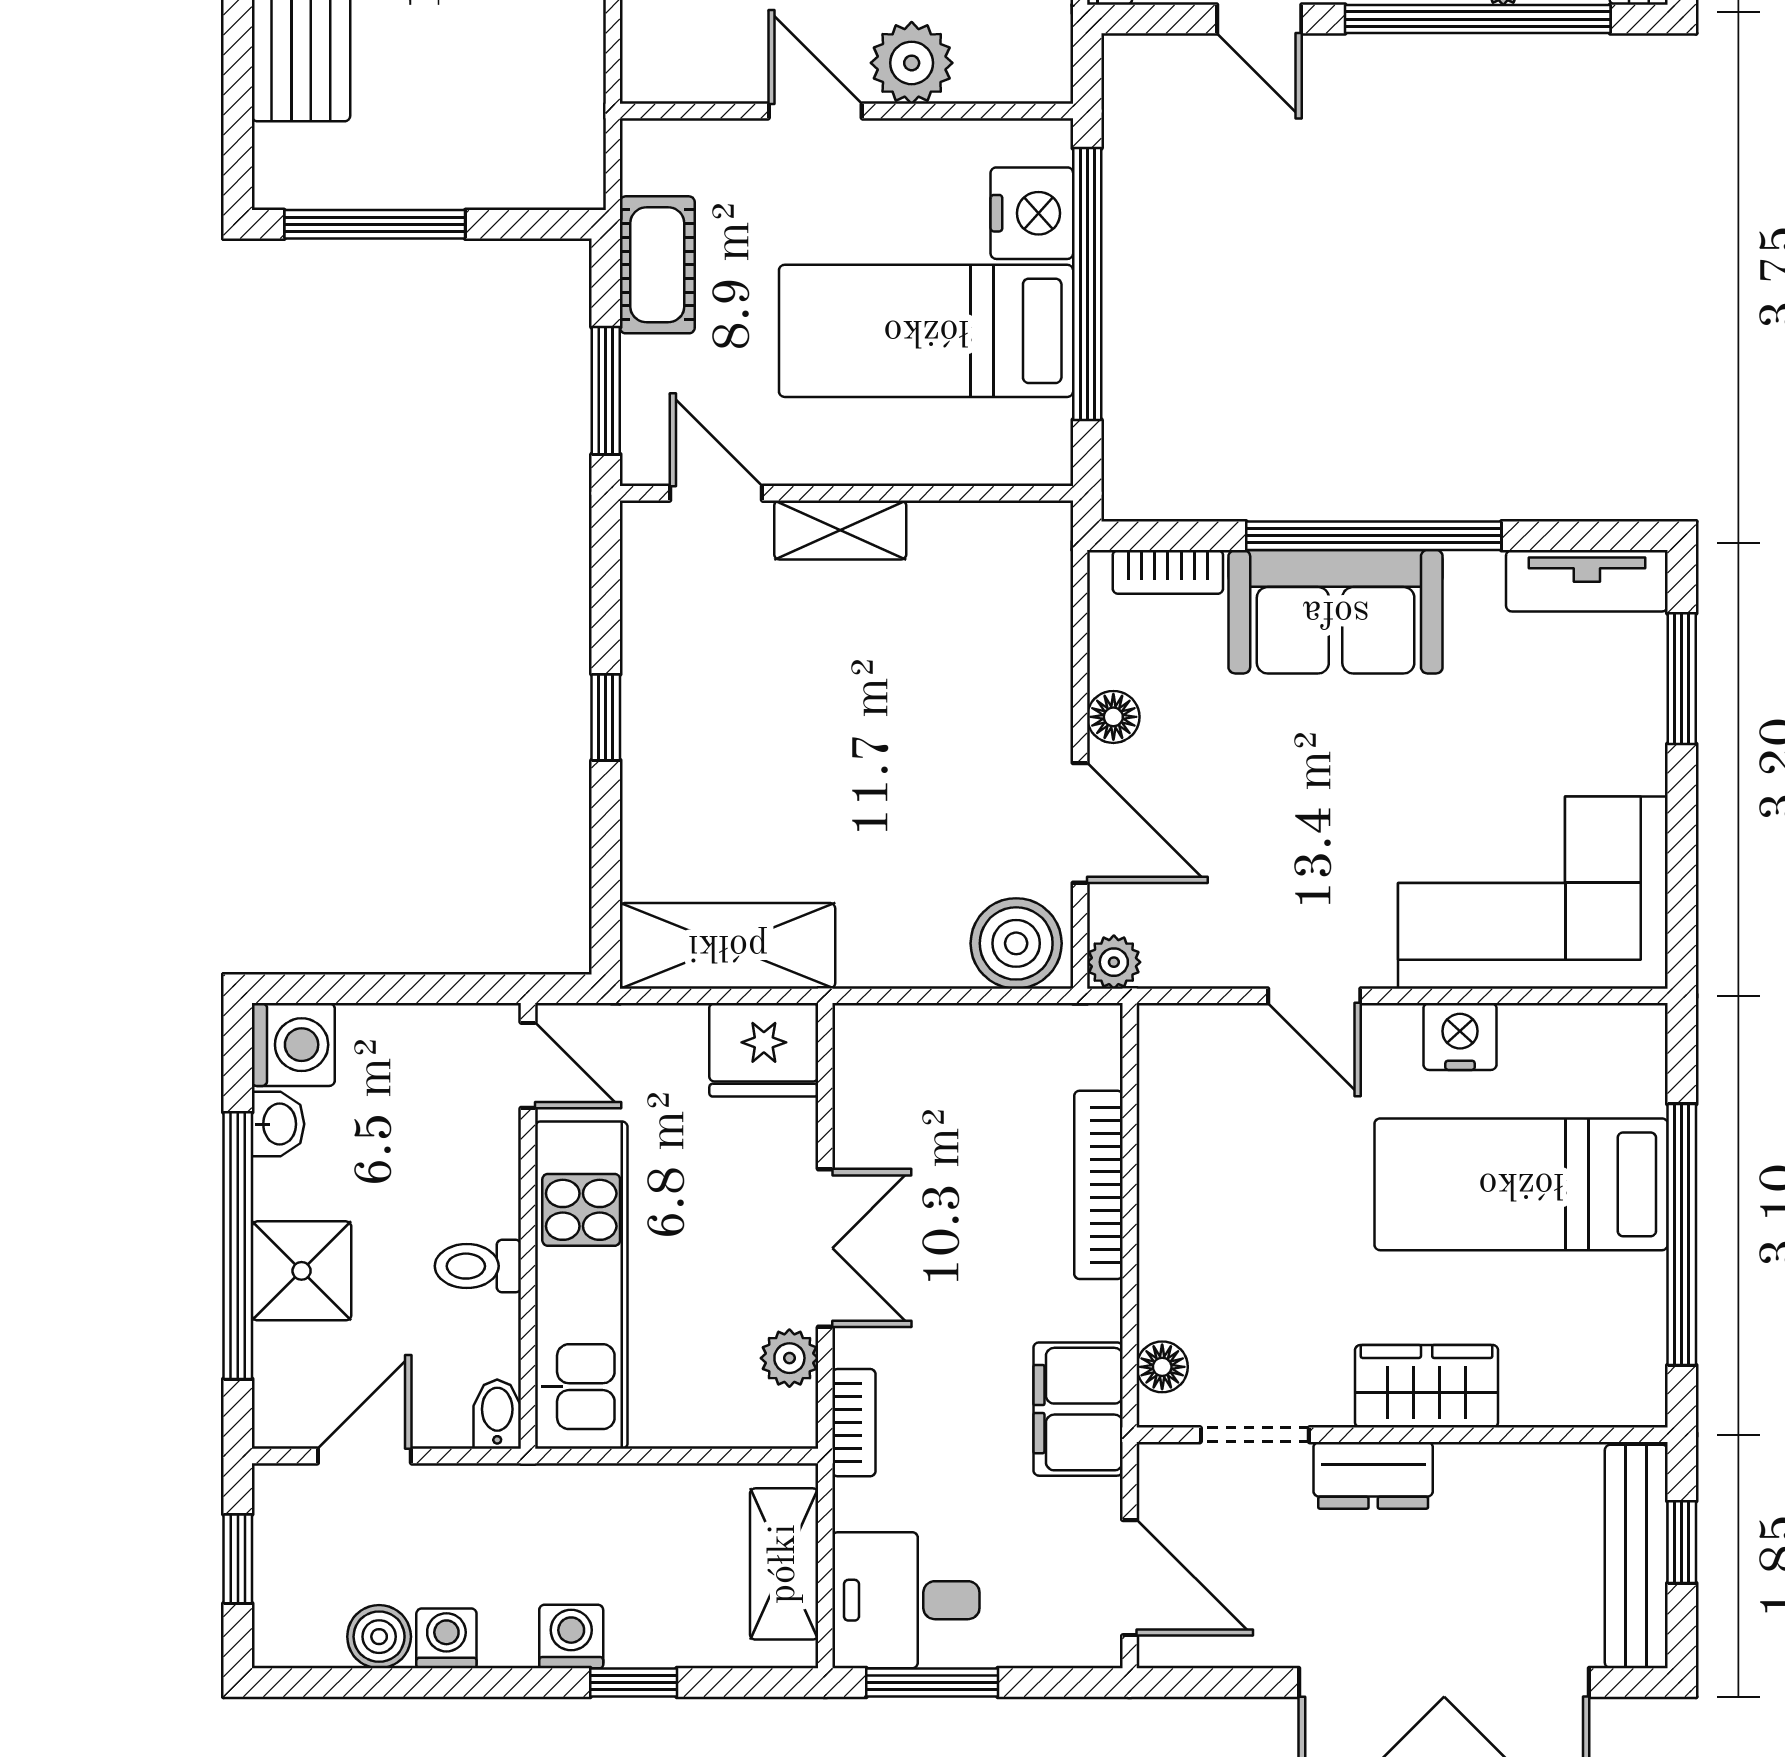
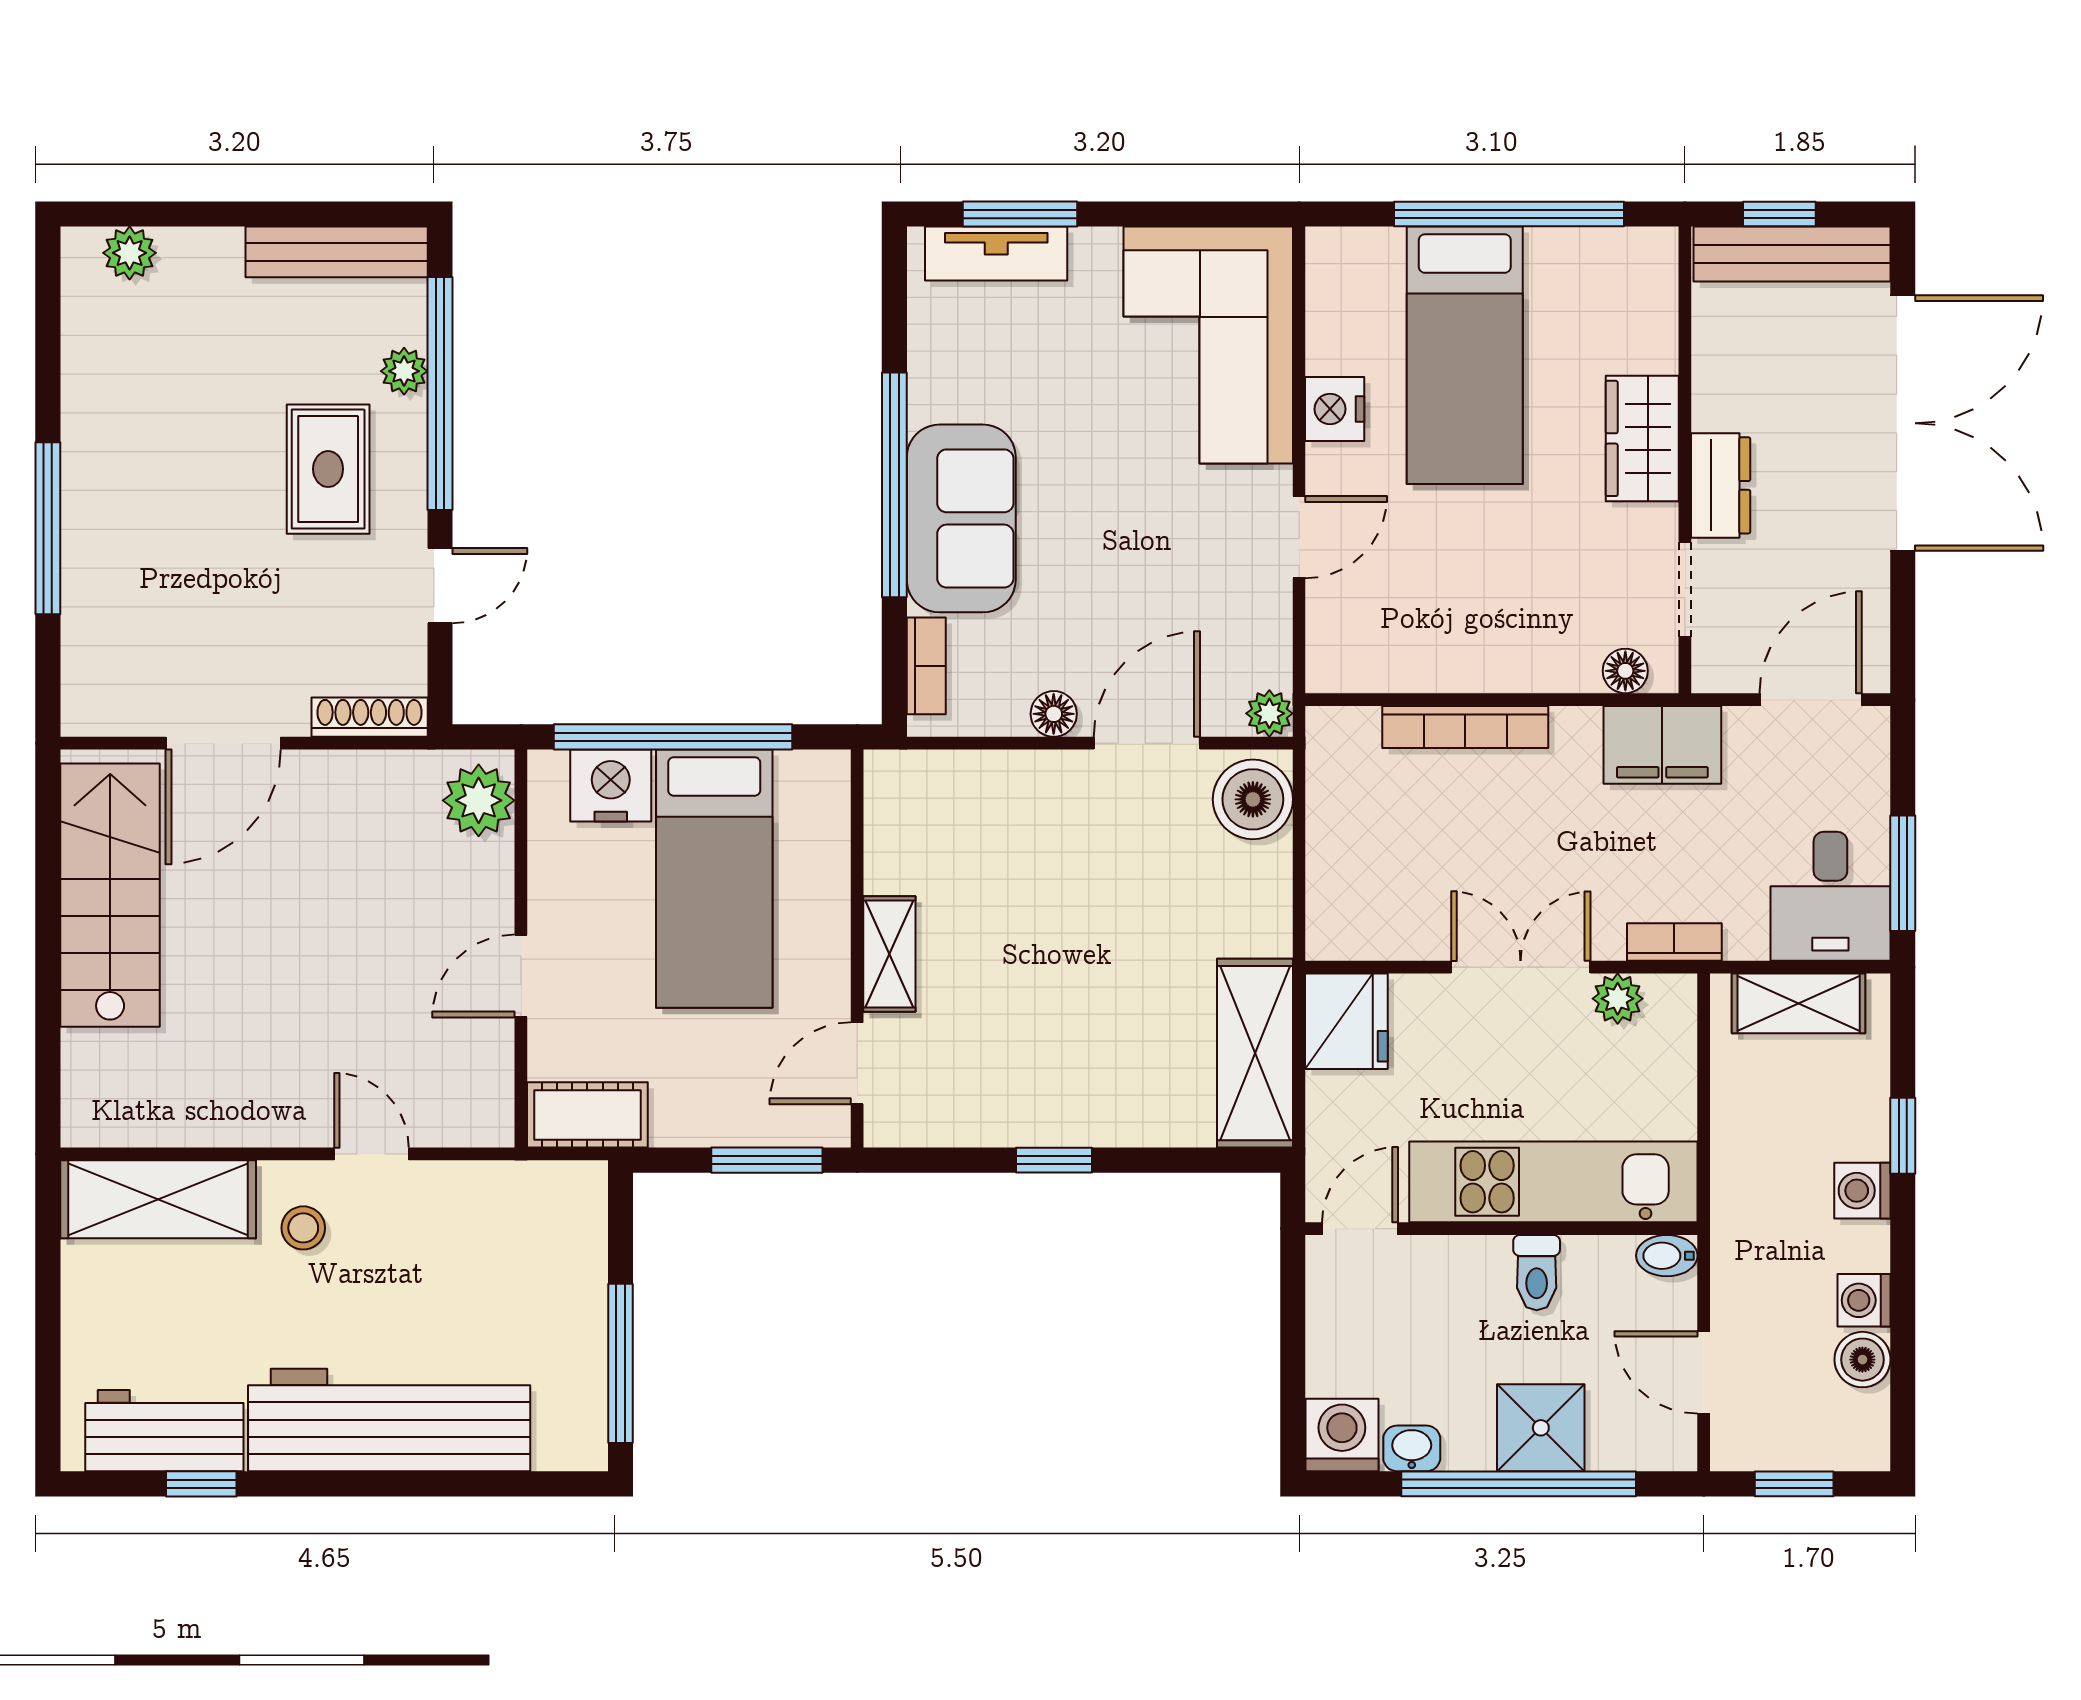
plant: (912, 63) -> (479, 800), moved
cot: (657, 265) -> (587, 1115), moved
tv unit: (1587, 581) -> (996, 254), moved, turned 90

